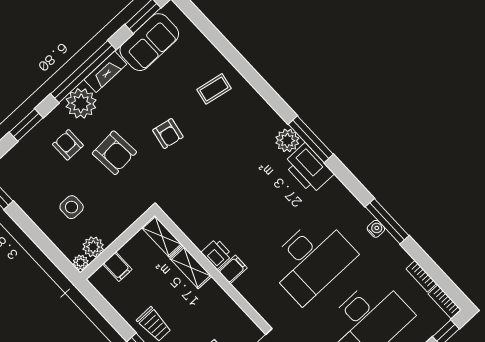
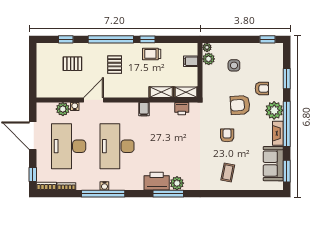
armchair: (168, 134) -> (227, 135), turned 79
window: (387, 221) -> (103, 194), width x1.46
printer: (217, 254) -> (182, 109), moved

